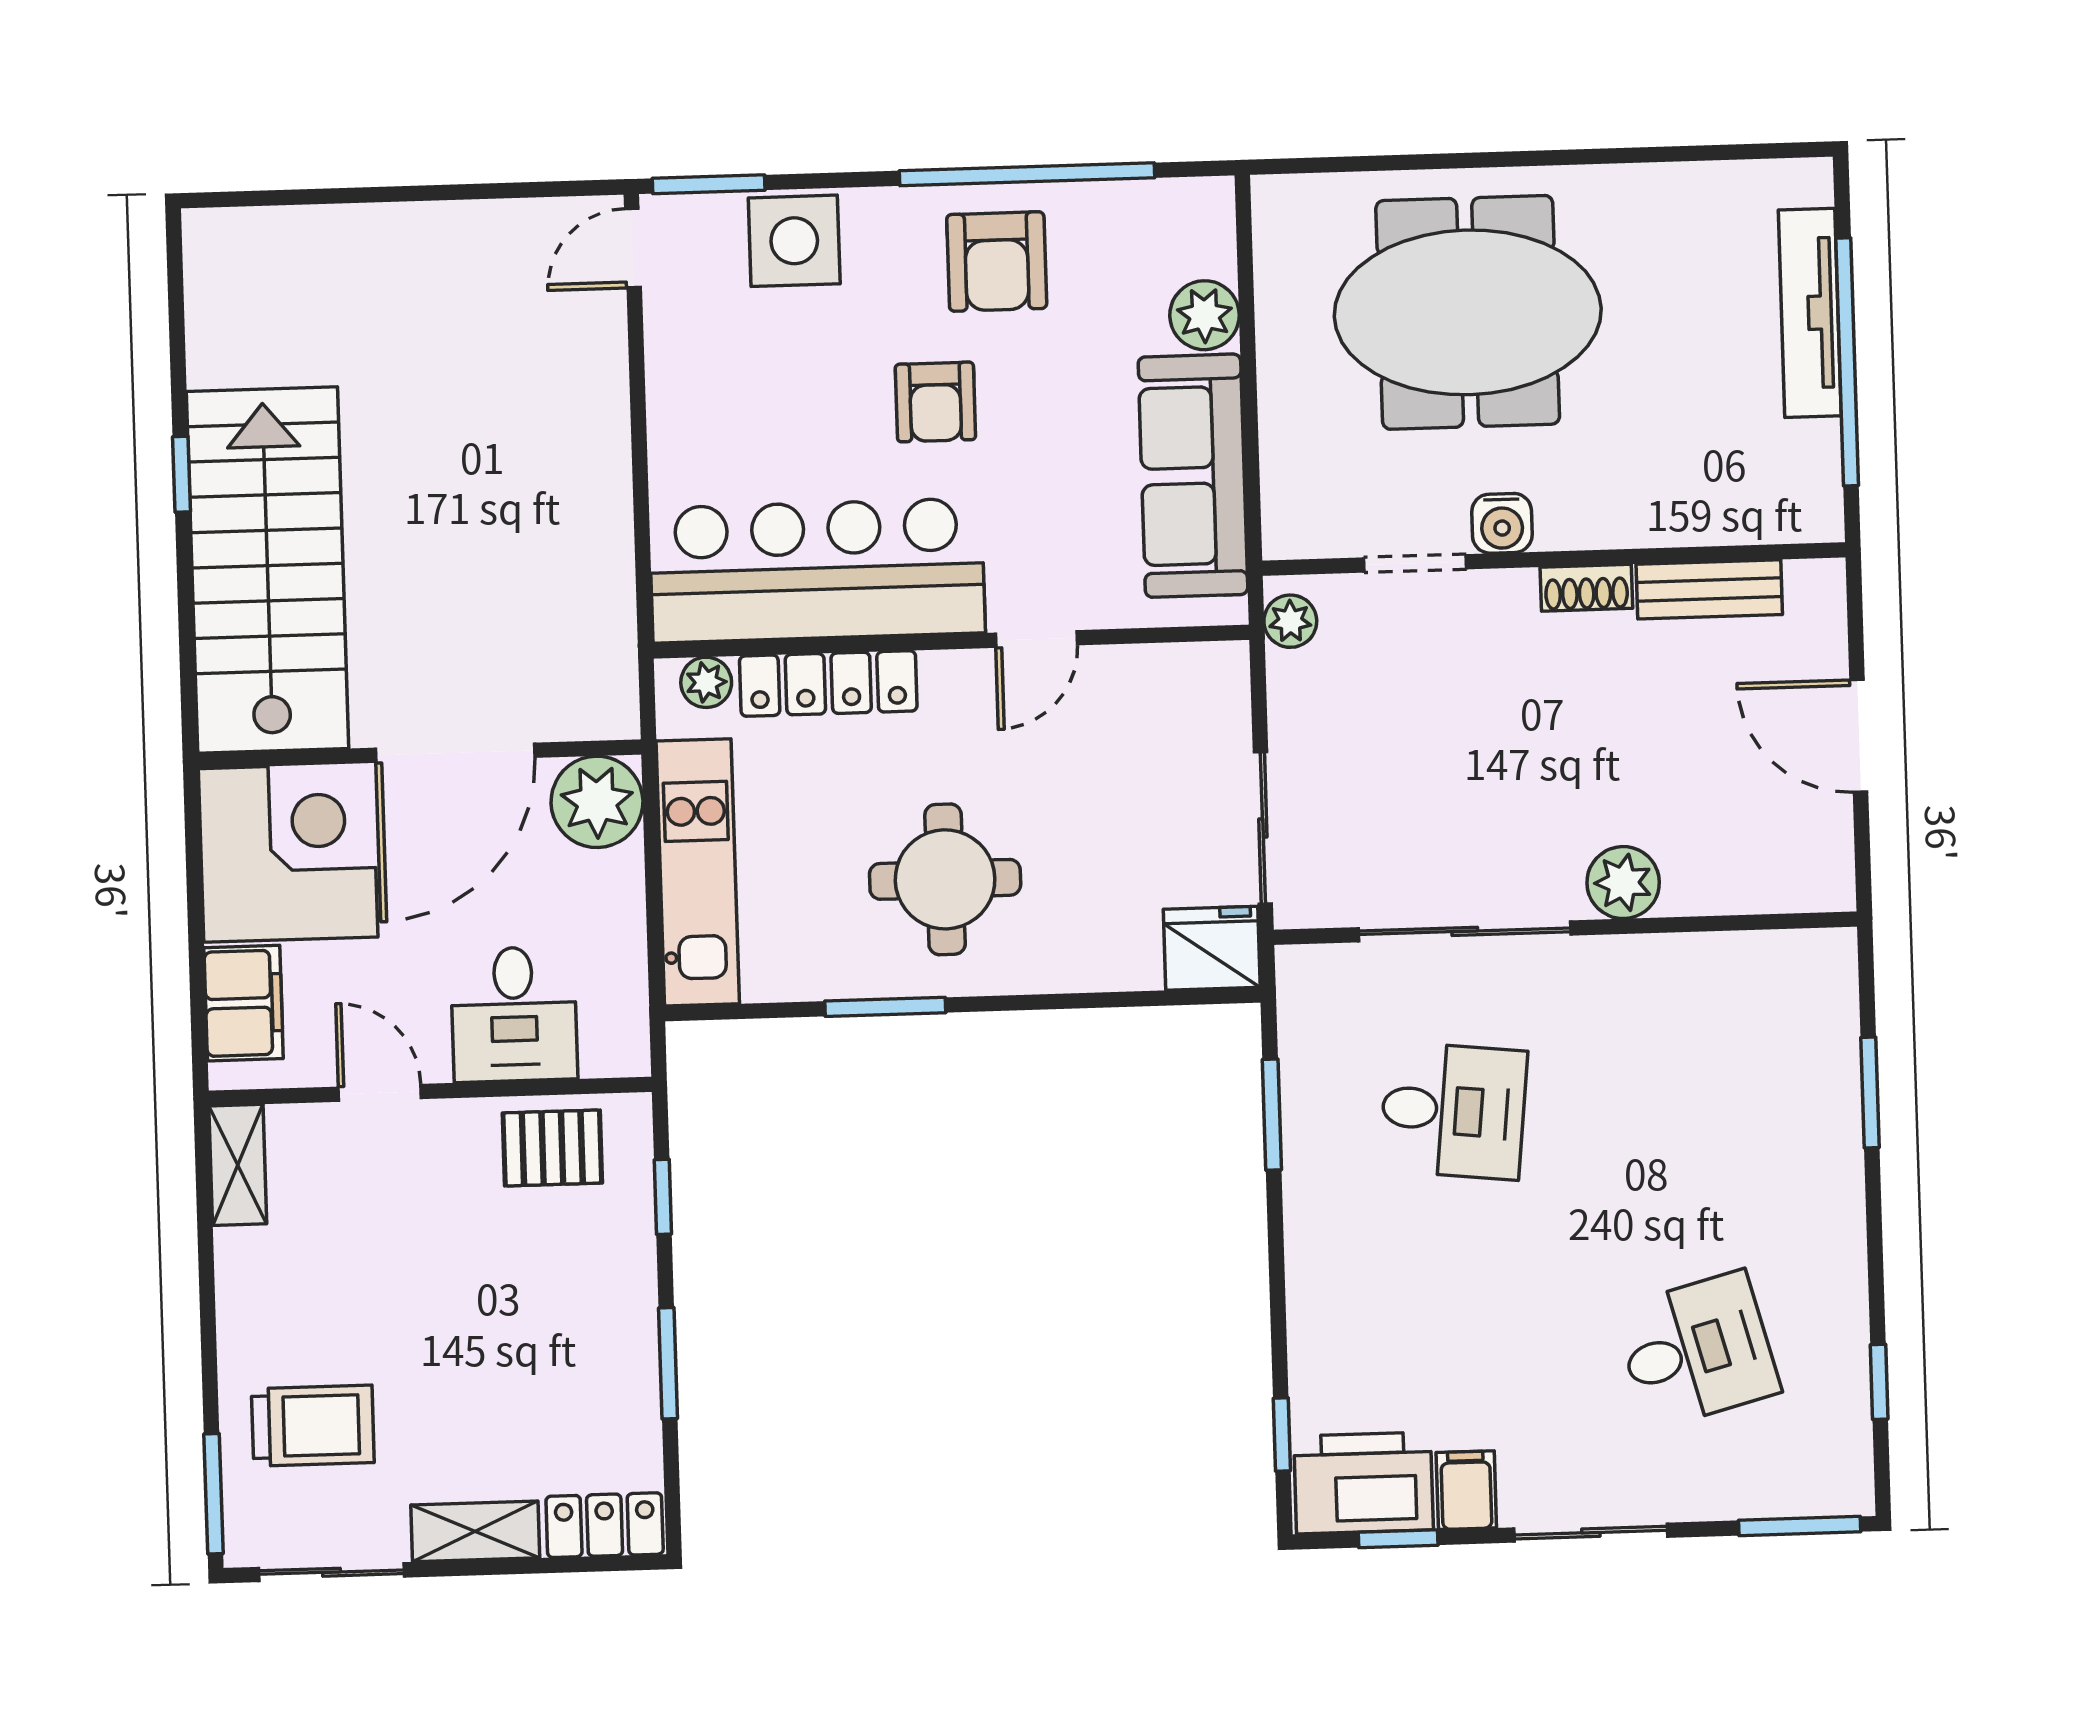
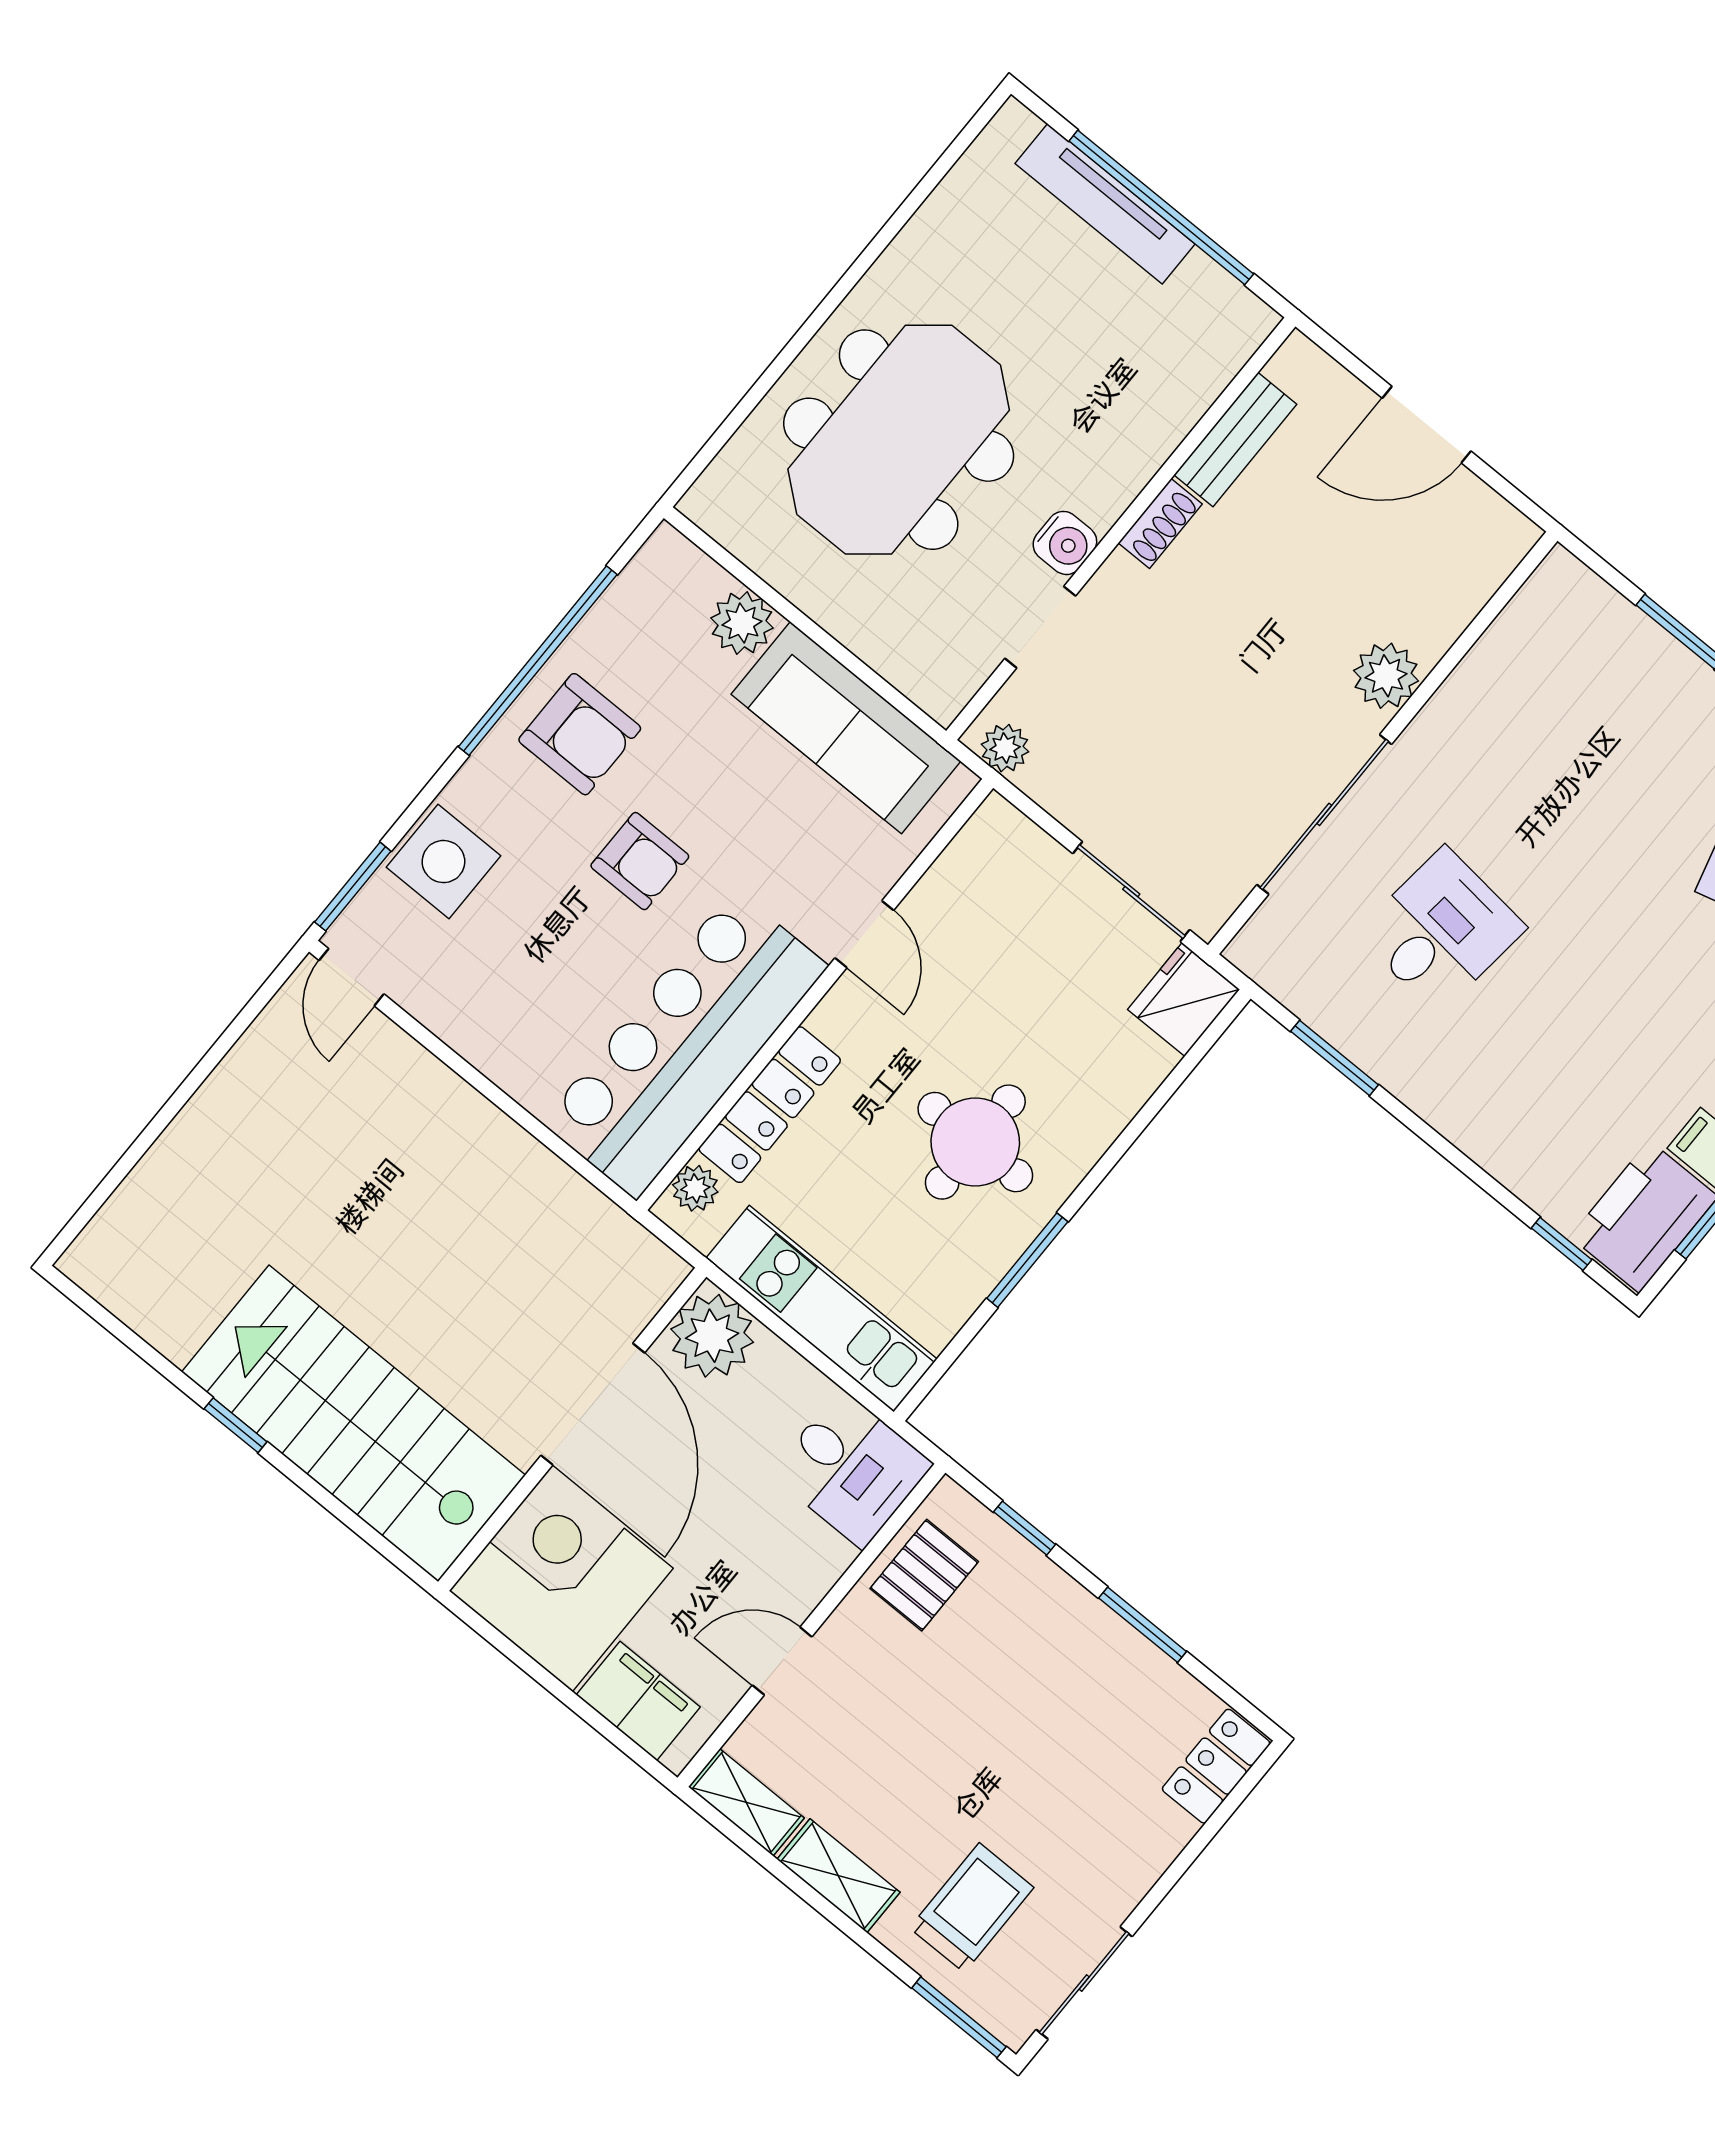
desk: (514, 1014) -> (852, 1469), moved
shelving: (475, 1531) -> (838, 1876), moved, turned 90

